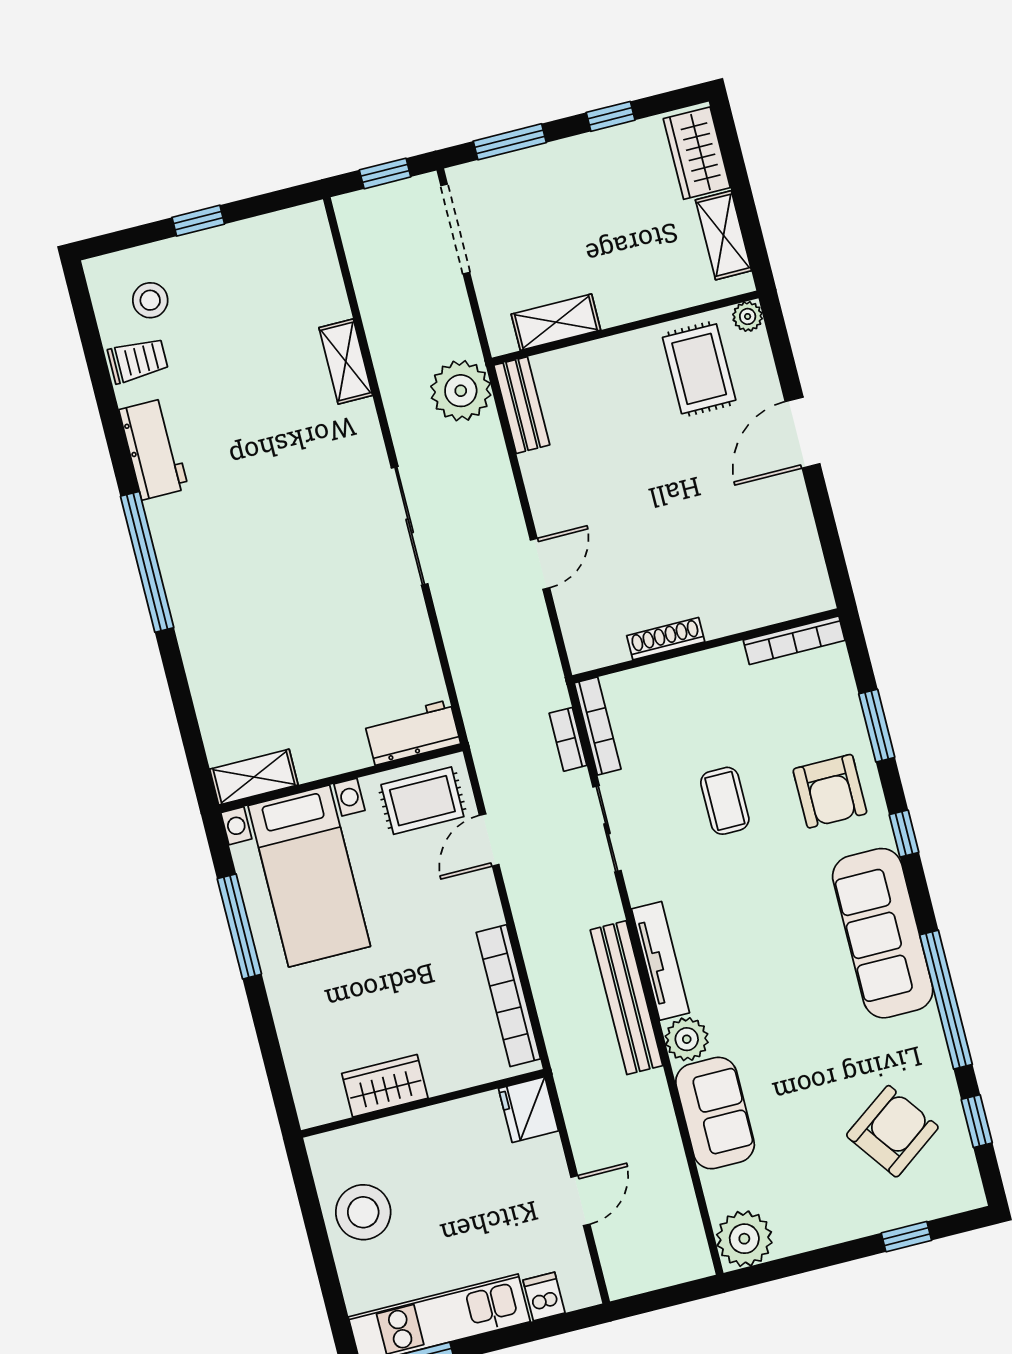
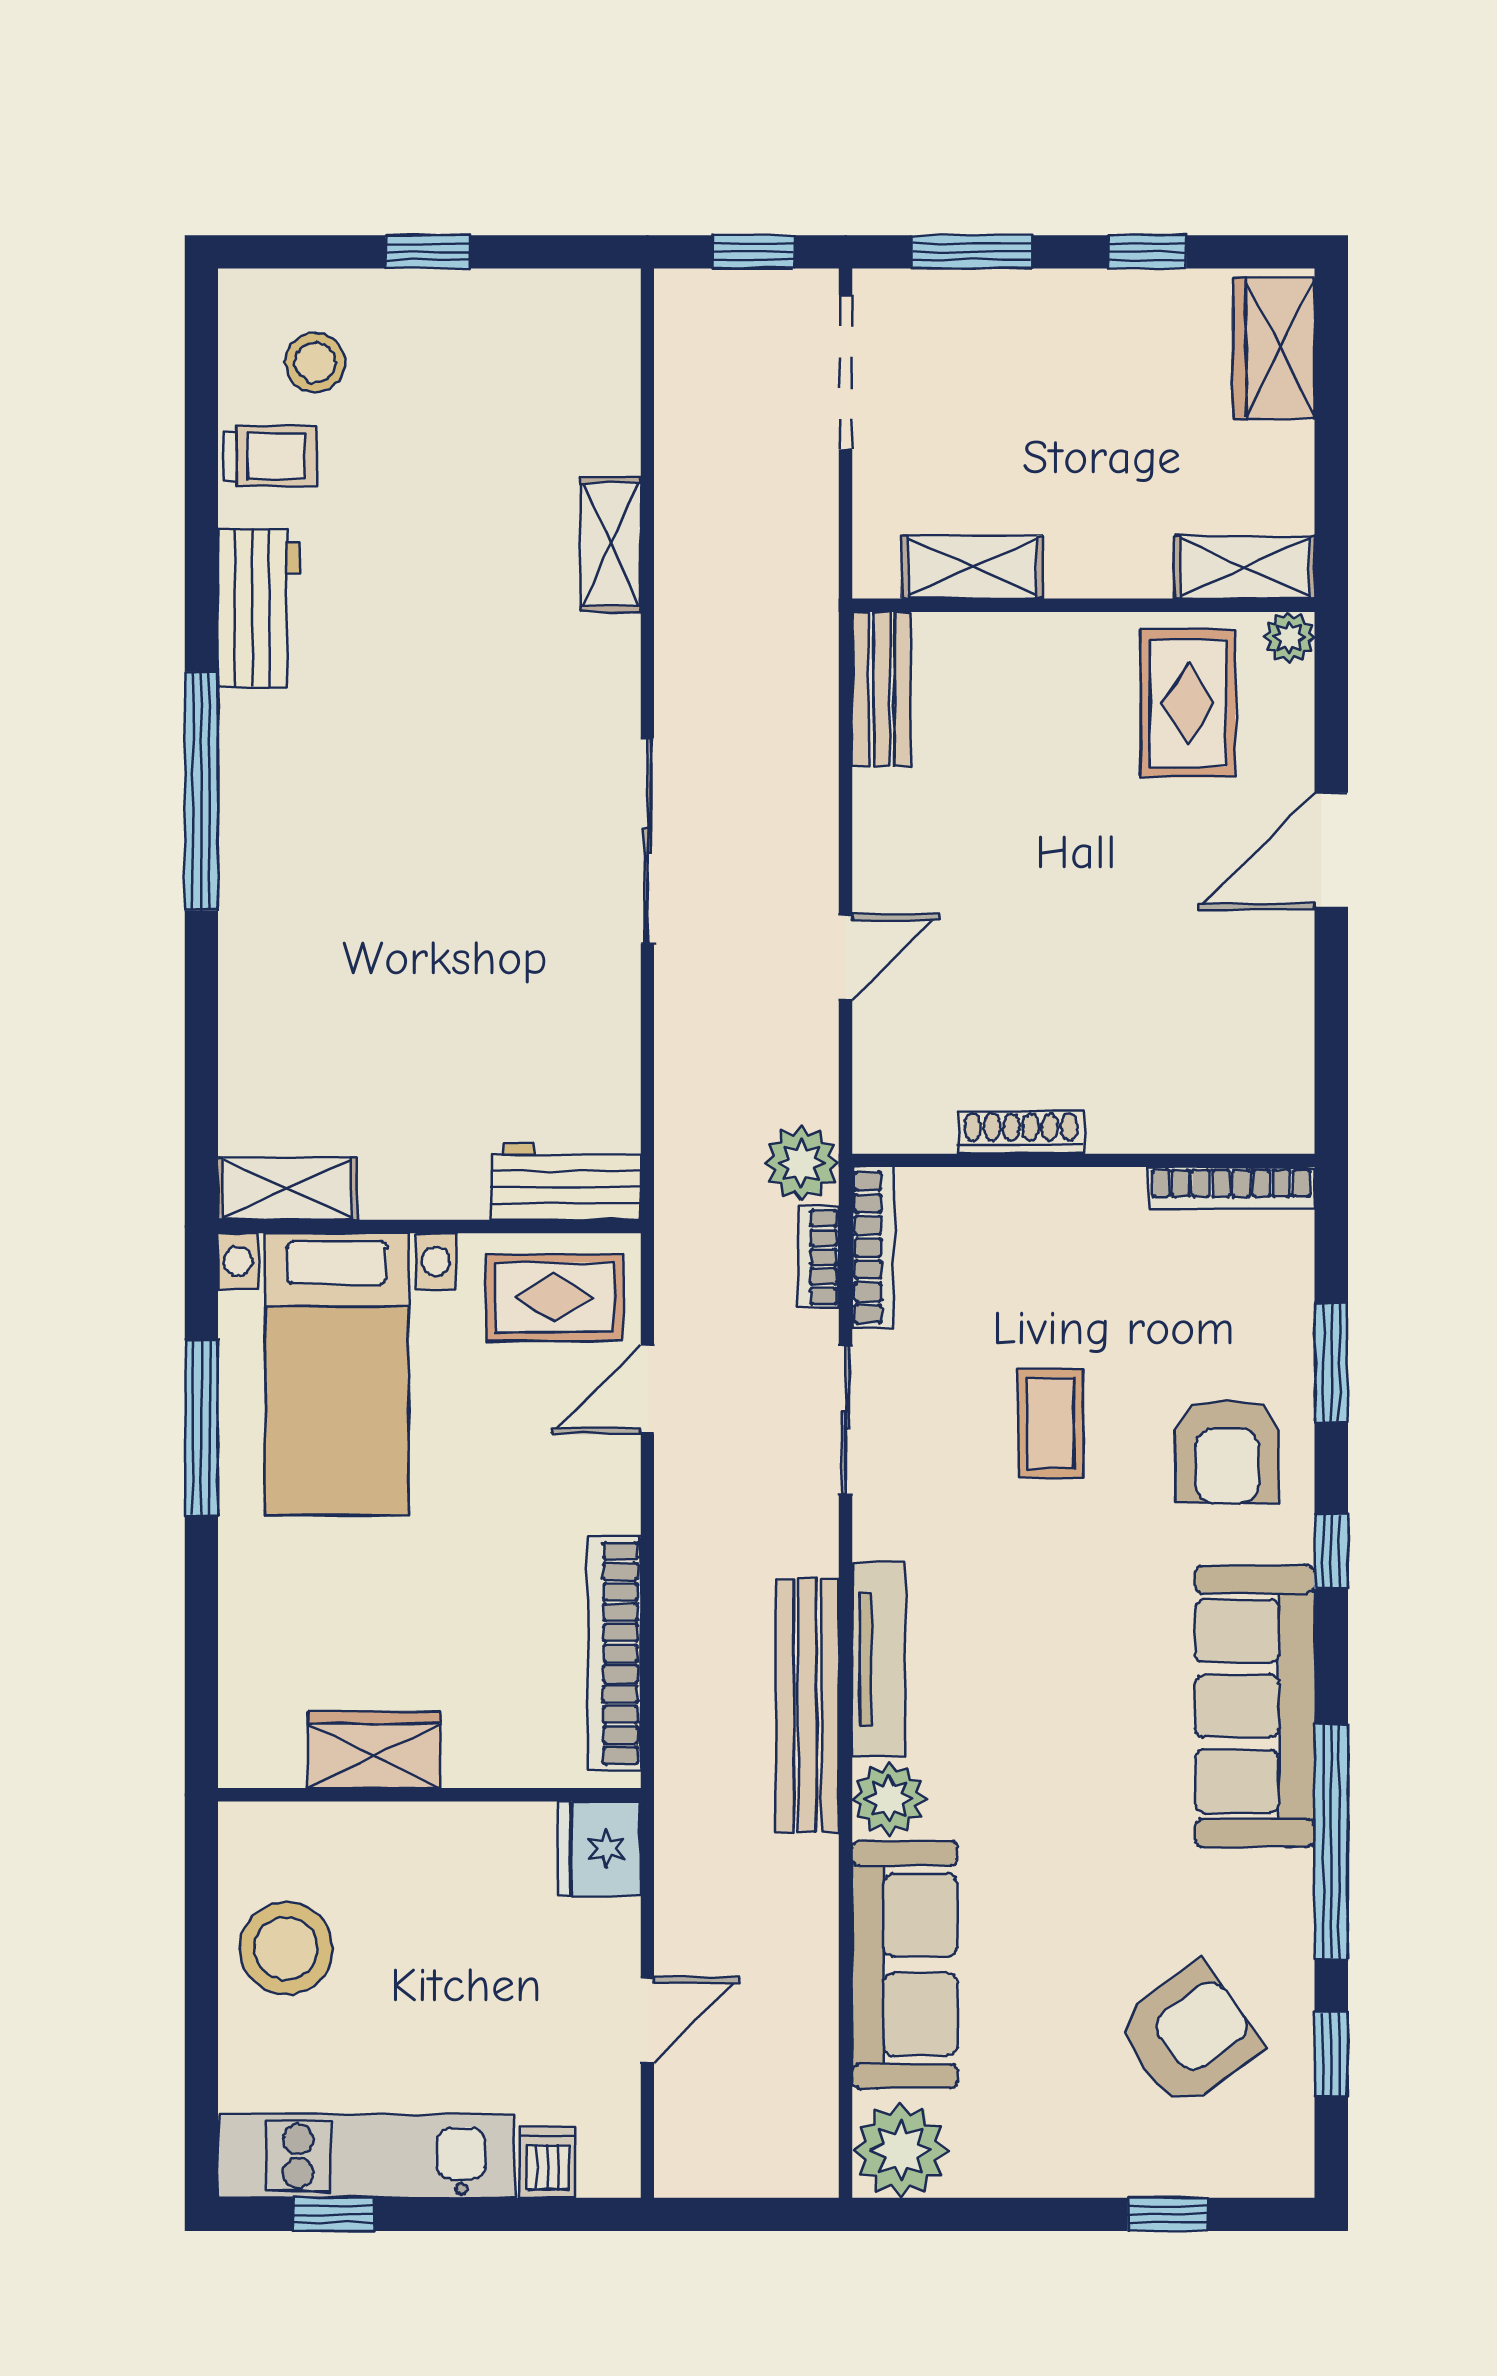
shelving: (723, 235) -> (1245, 567), moved, turned 90
plant: (461, 391) -> (801, 1163), moved, width x0.73, depth x0.73
sofa: (715, 1113) -> (905, 1965), width x1.36

